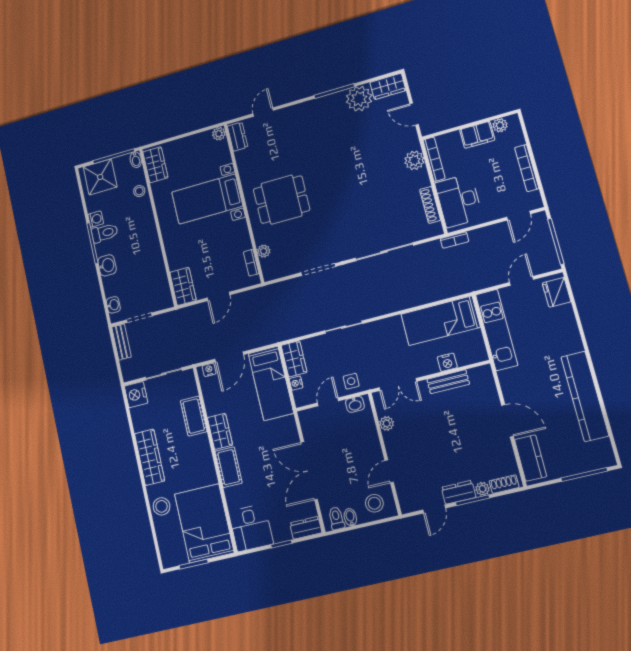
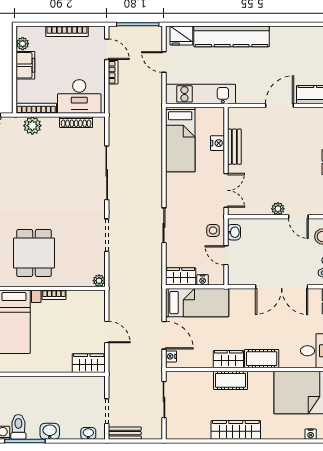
bookcase: (454, 240) -> (113, 72), moved
plant: (264, 251) -> (99, 281), moved
bookcase: (251, 263) -> (54, 295), moved
nightstand: (136, 395) -> (311, 434), moved, width x0.53, depth x0.56
kitchen counter: (585, 396) -> (232, 36), moved
cot: (194, 416) -> (231, 380), moved
plant: (387, 423) -> (278, 209), moved
stool: (162, 506) -> (282, 429), removed

